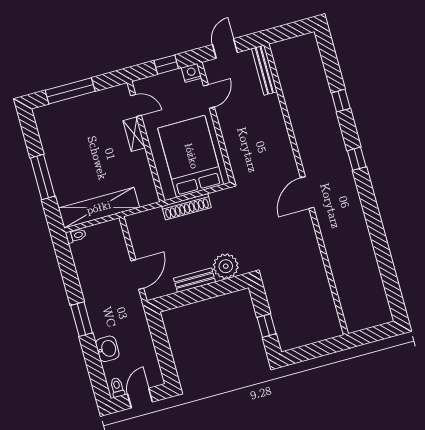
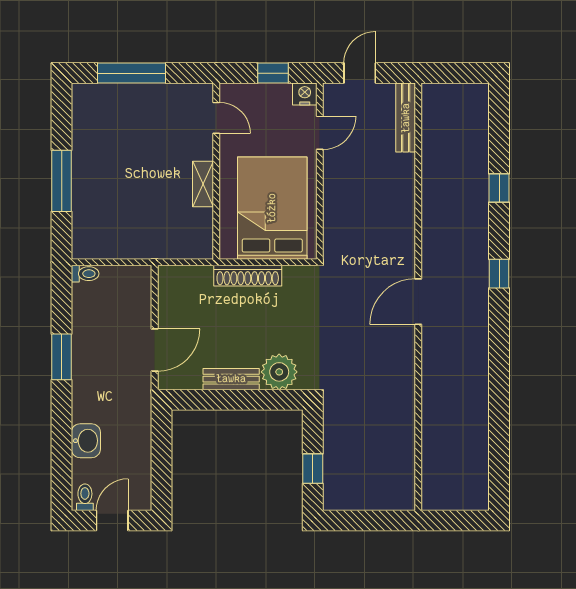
shelving: (134, 134) -> (203, 184), moved
shelving: (99, 208) -> (127, 244), removed
window: (82, 319) -> (62, 357), moved

